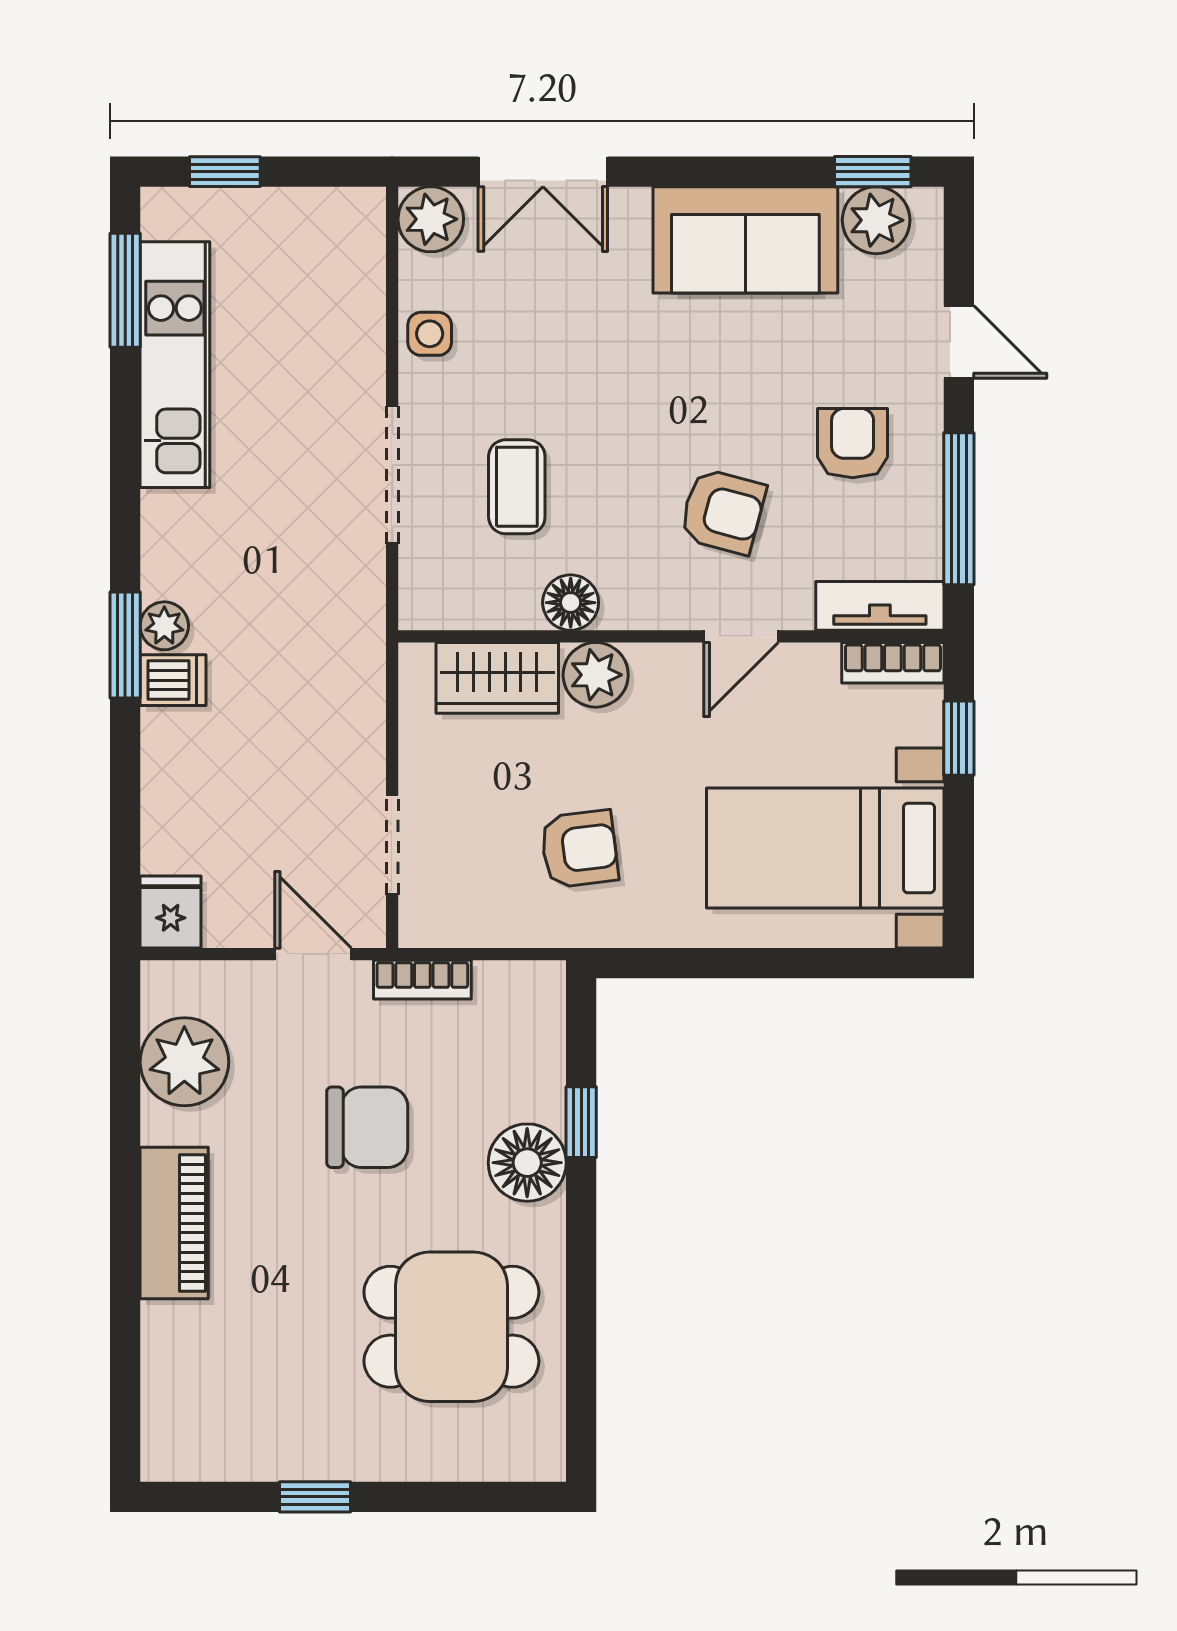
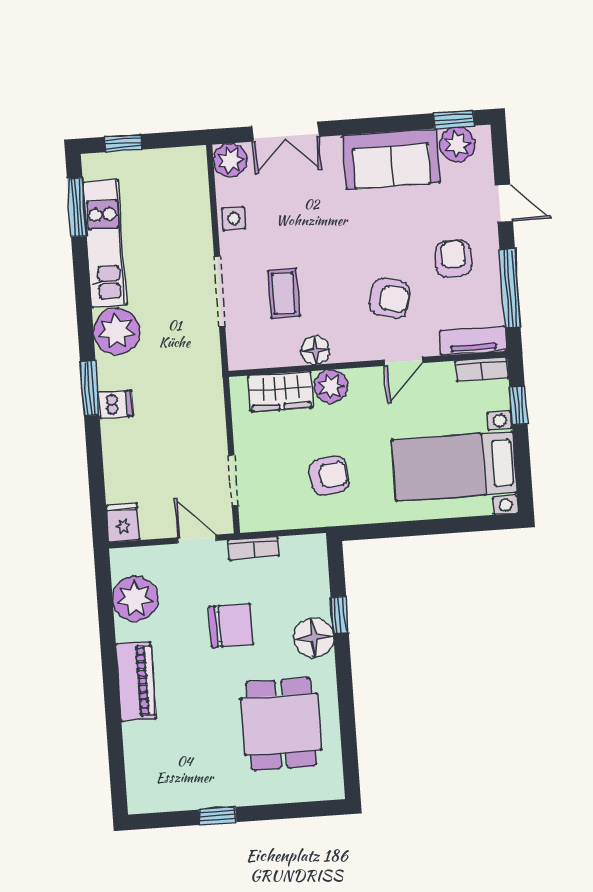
plant: (164, 626) -> (116, 331), moved, width x1.87, depth x1.87
dining table: (451, 1327) -> (281, 724), turned 90

